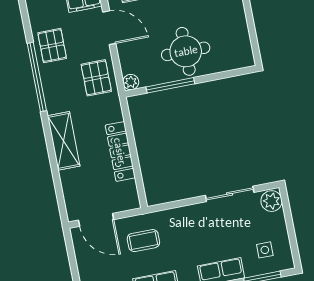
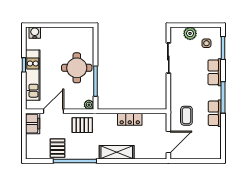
pallet: (52, 46) -> (58, 148), turned 90
locker: (120, 151) -> (130, 119), width x0.66
plant: (271, 201) -> (190, 33), moved

